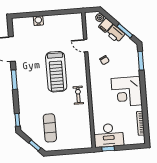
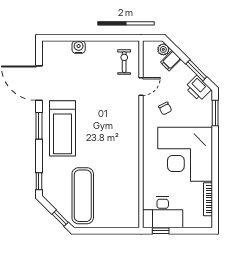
printer: (115, 34) -> (198, 88), moved
door: (86, 46) -> (141, 87), swing flipped
treadmill: (56, 72) -> (63, 128), moved
corner desk: (127, 92) -> (185, 154), width x1.36, depth x1.36
exercise bike: (78, 95) -> (124, 62), moved
exercise mat: (50, 128) -> (83, 196), width x1.36, depth x1.45

